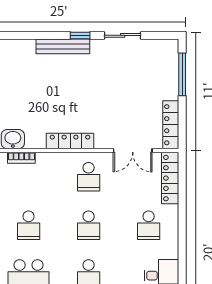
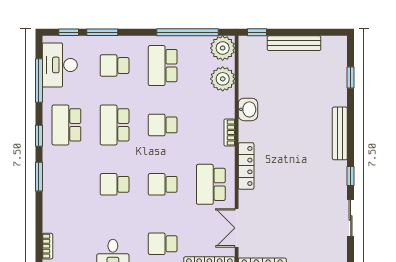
bench: (63, 46) -> (340, 133), moved
bookcase: (21, 158) -> (230, 132), moved
school desk: (89, 177) -> (211, 184), width x1.85

